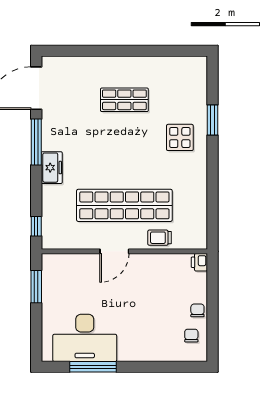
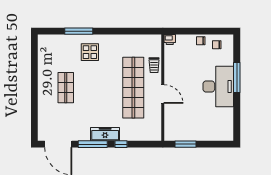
window: (213, 120) -> (79, 31), width x1.44
freezer: (52, 168) -> (105, 134), width x1.40
window: (36, 226) -> (121, 144), moved
desk: (85, 338) -> (218, 87), moved
window: (93, 367) -> (237, 77), moved

